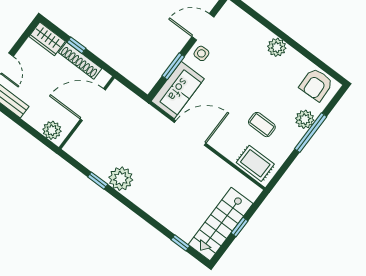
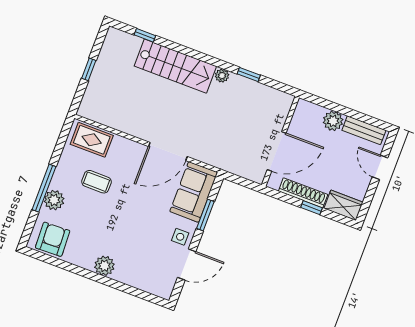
plant: (52, 130) -> (333, 121), moved
plant: (121, 179) -> (222, 76), width x0.53, depth x0.53
stairs: (221, 224) -> (175, 66), moved, turned 90

